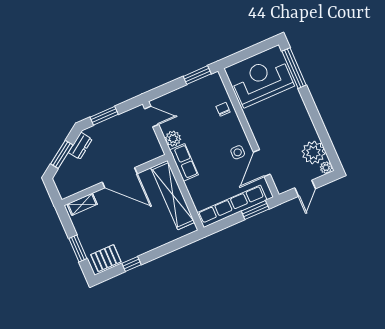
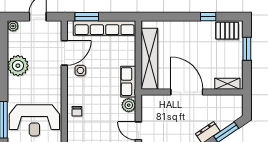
plant: (313, 152) -> (18, 66), moved

